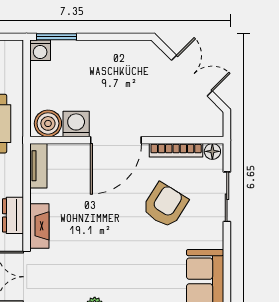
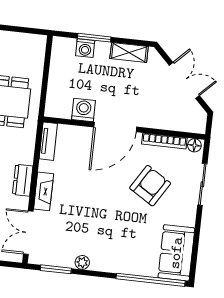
window: (56, 37) -> (94, 38), moved
washing machine: (40, 50) -> (85, 48), moved
shelving: (123, 50) -> (129, 53), added
boiler: (48, 123) -> (60, 107), removed

